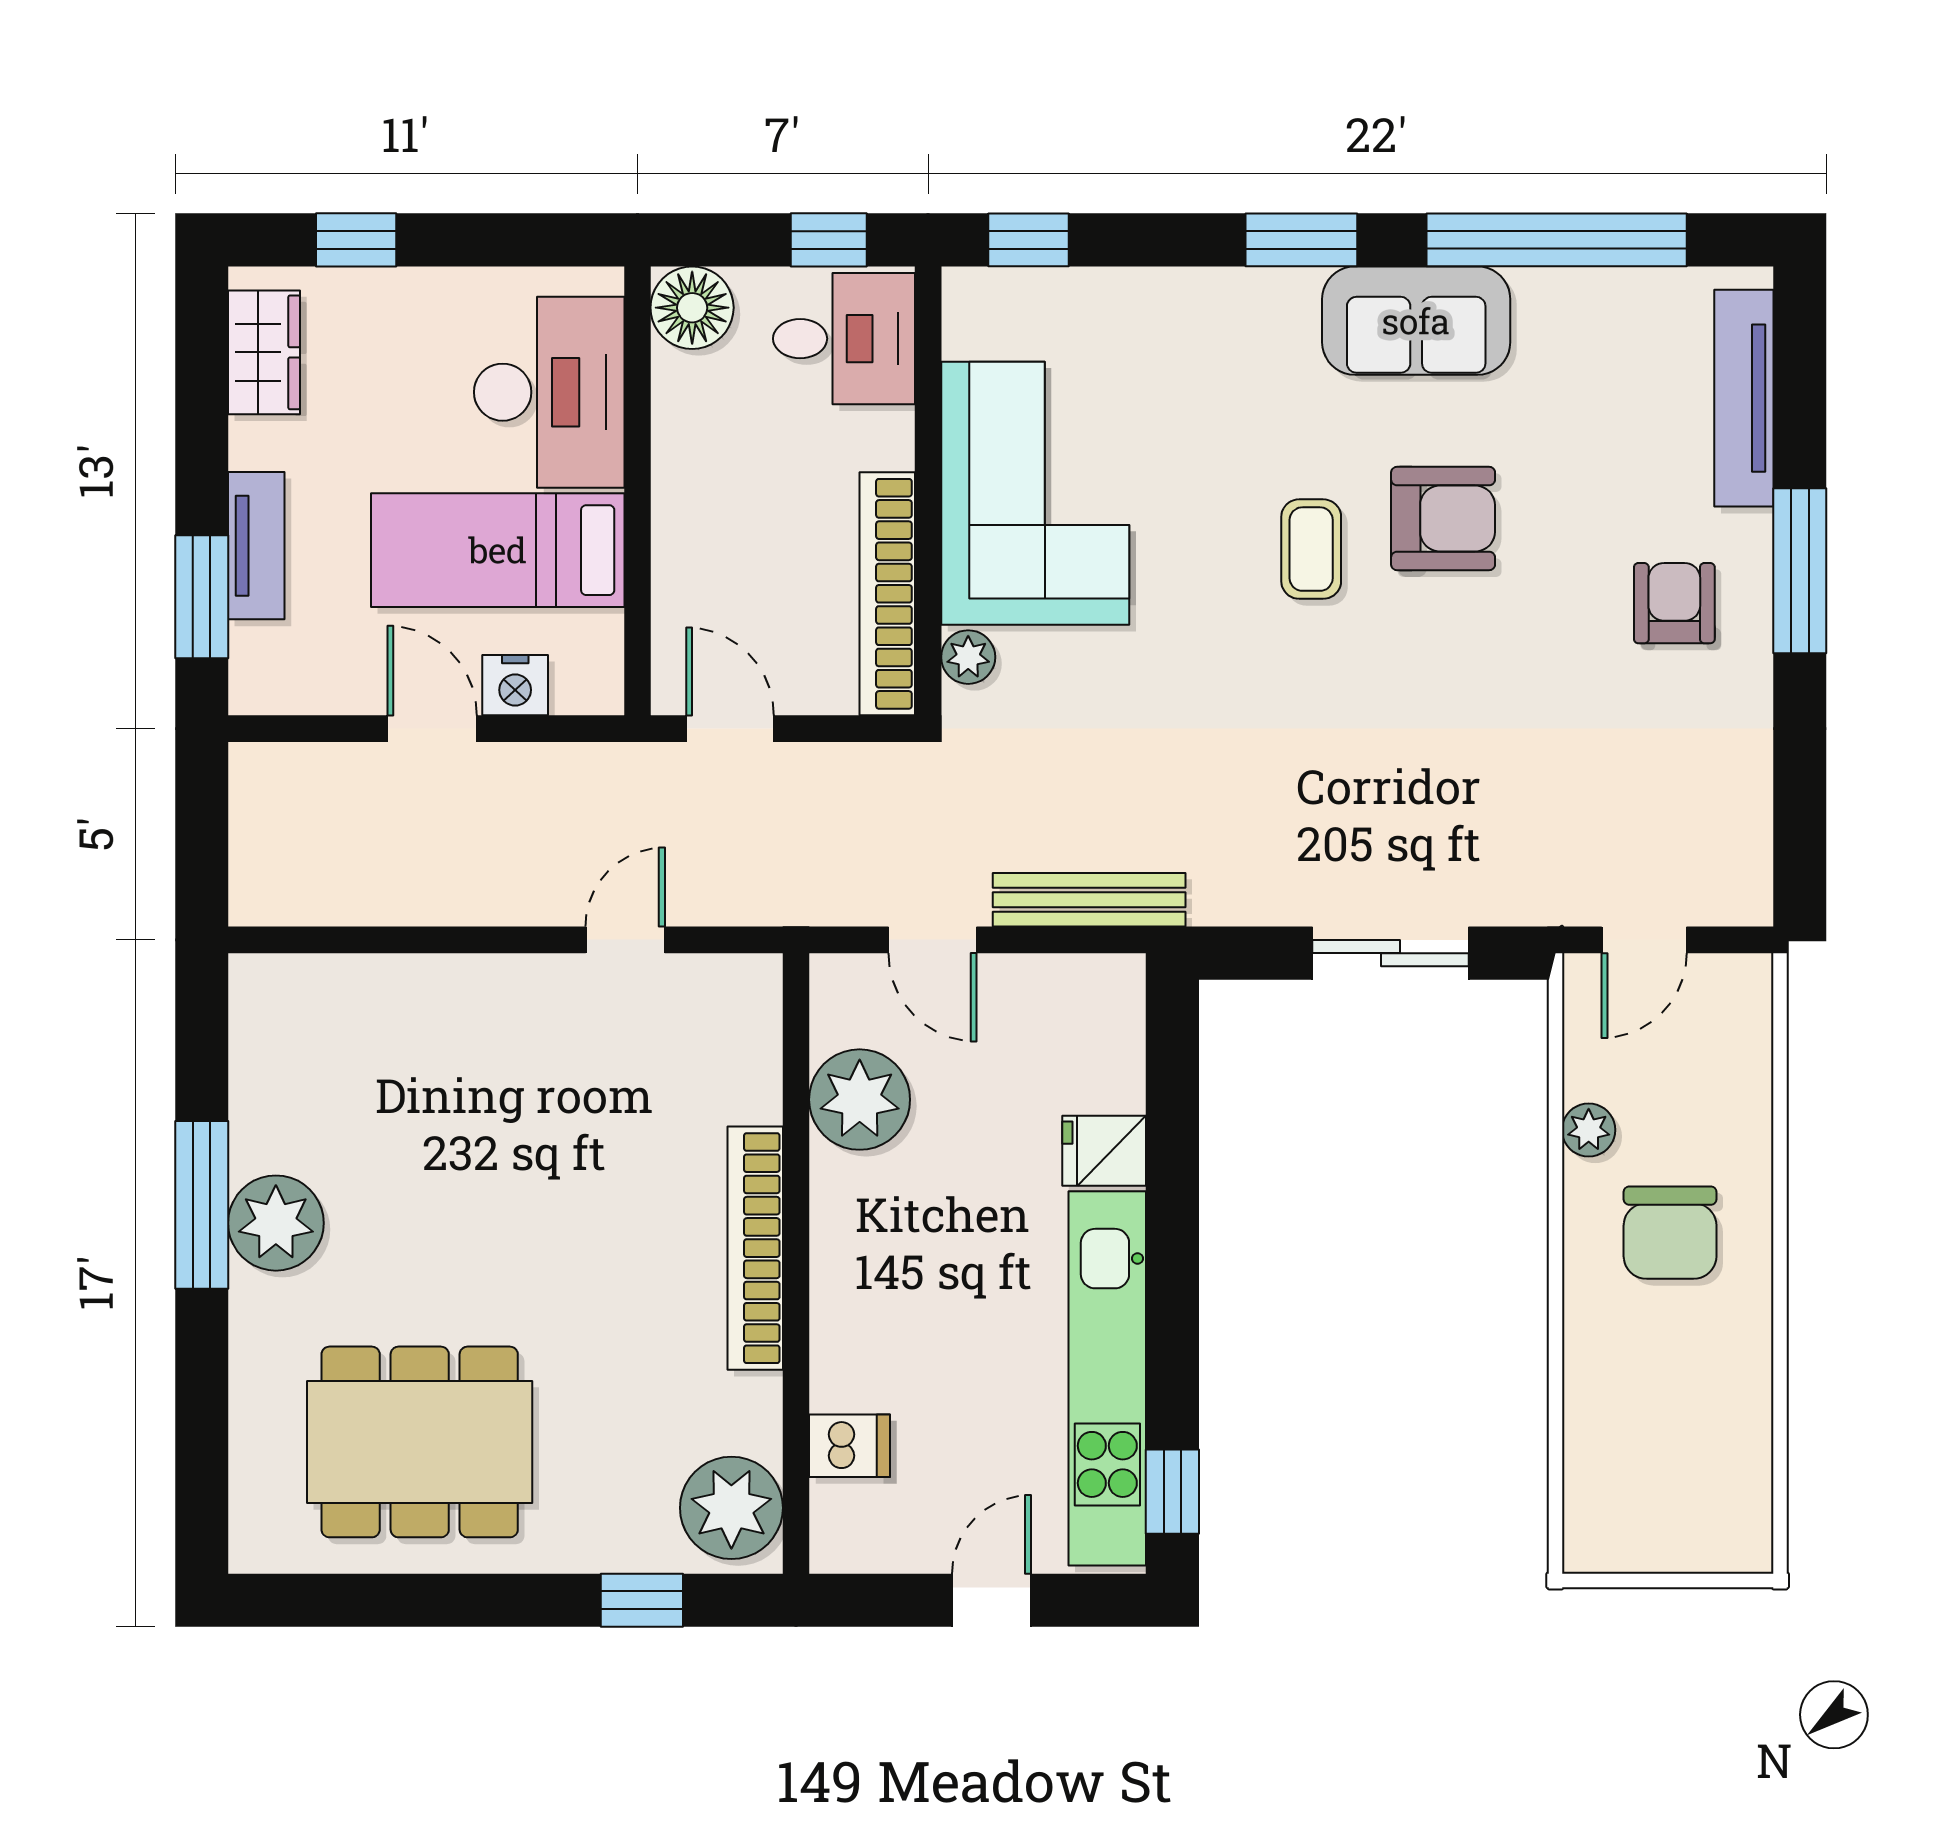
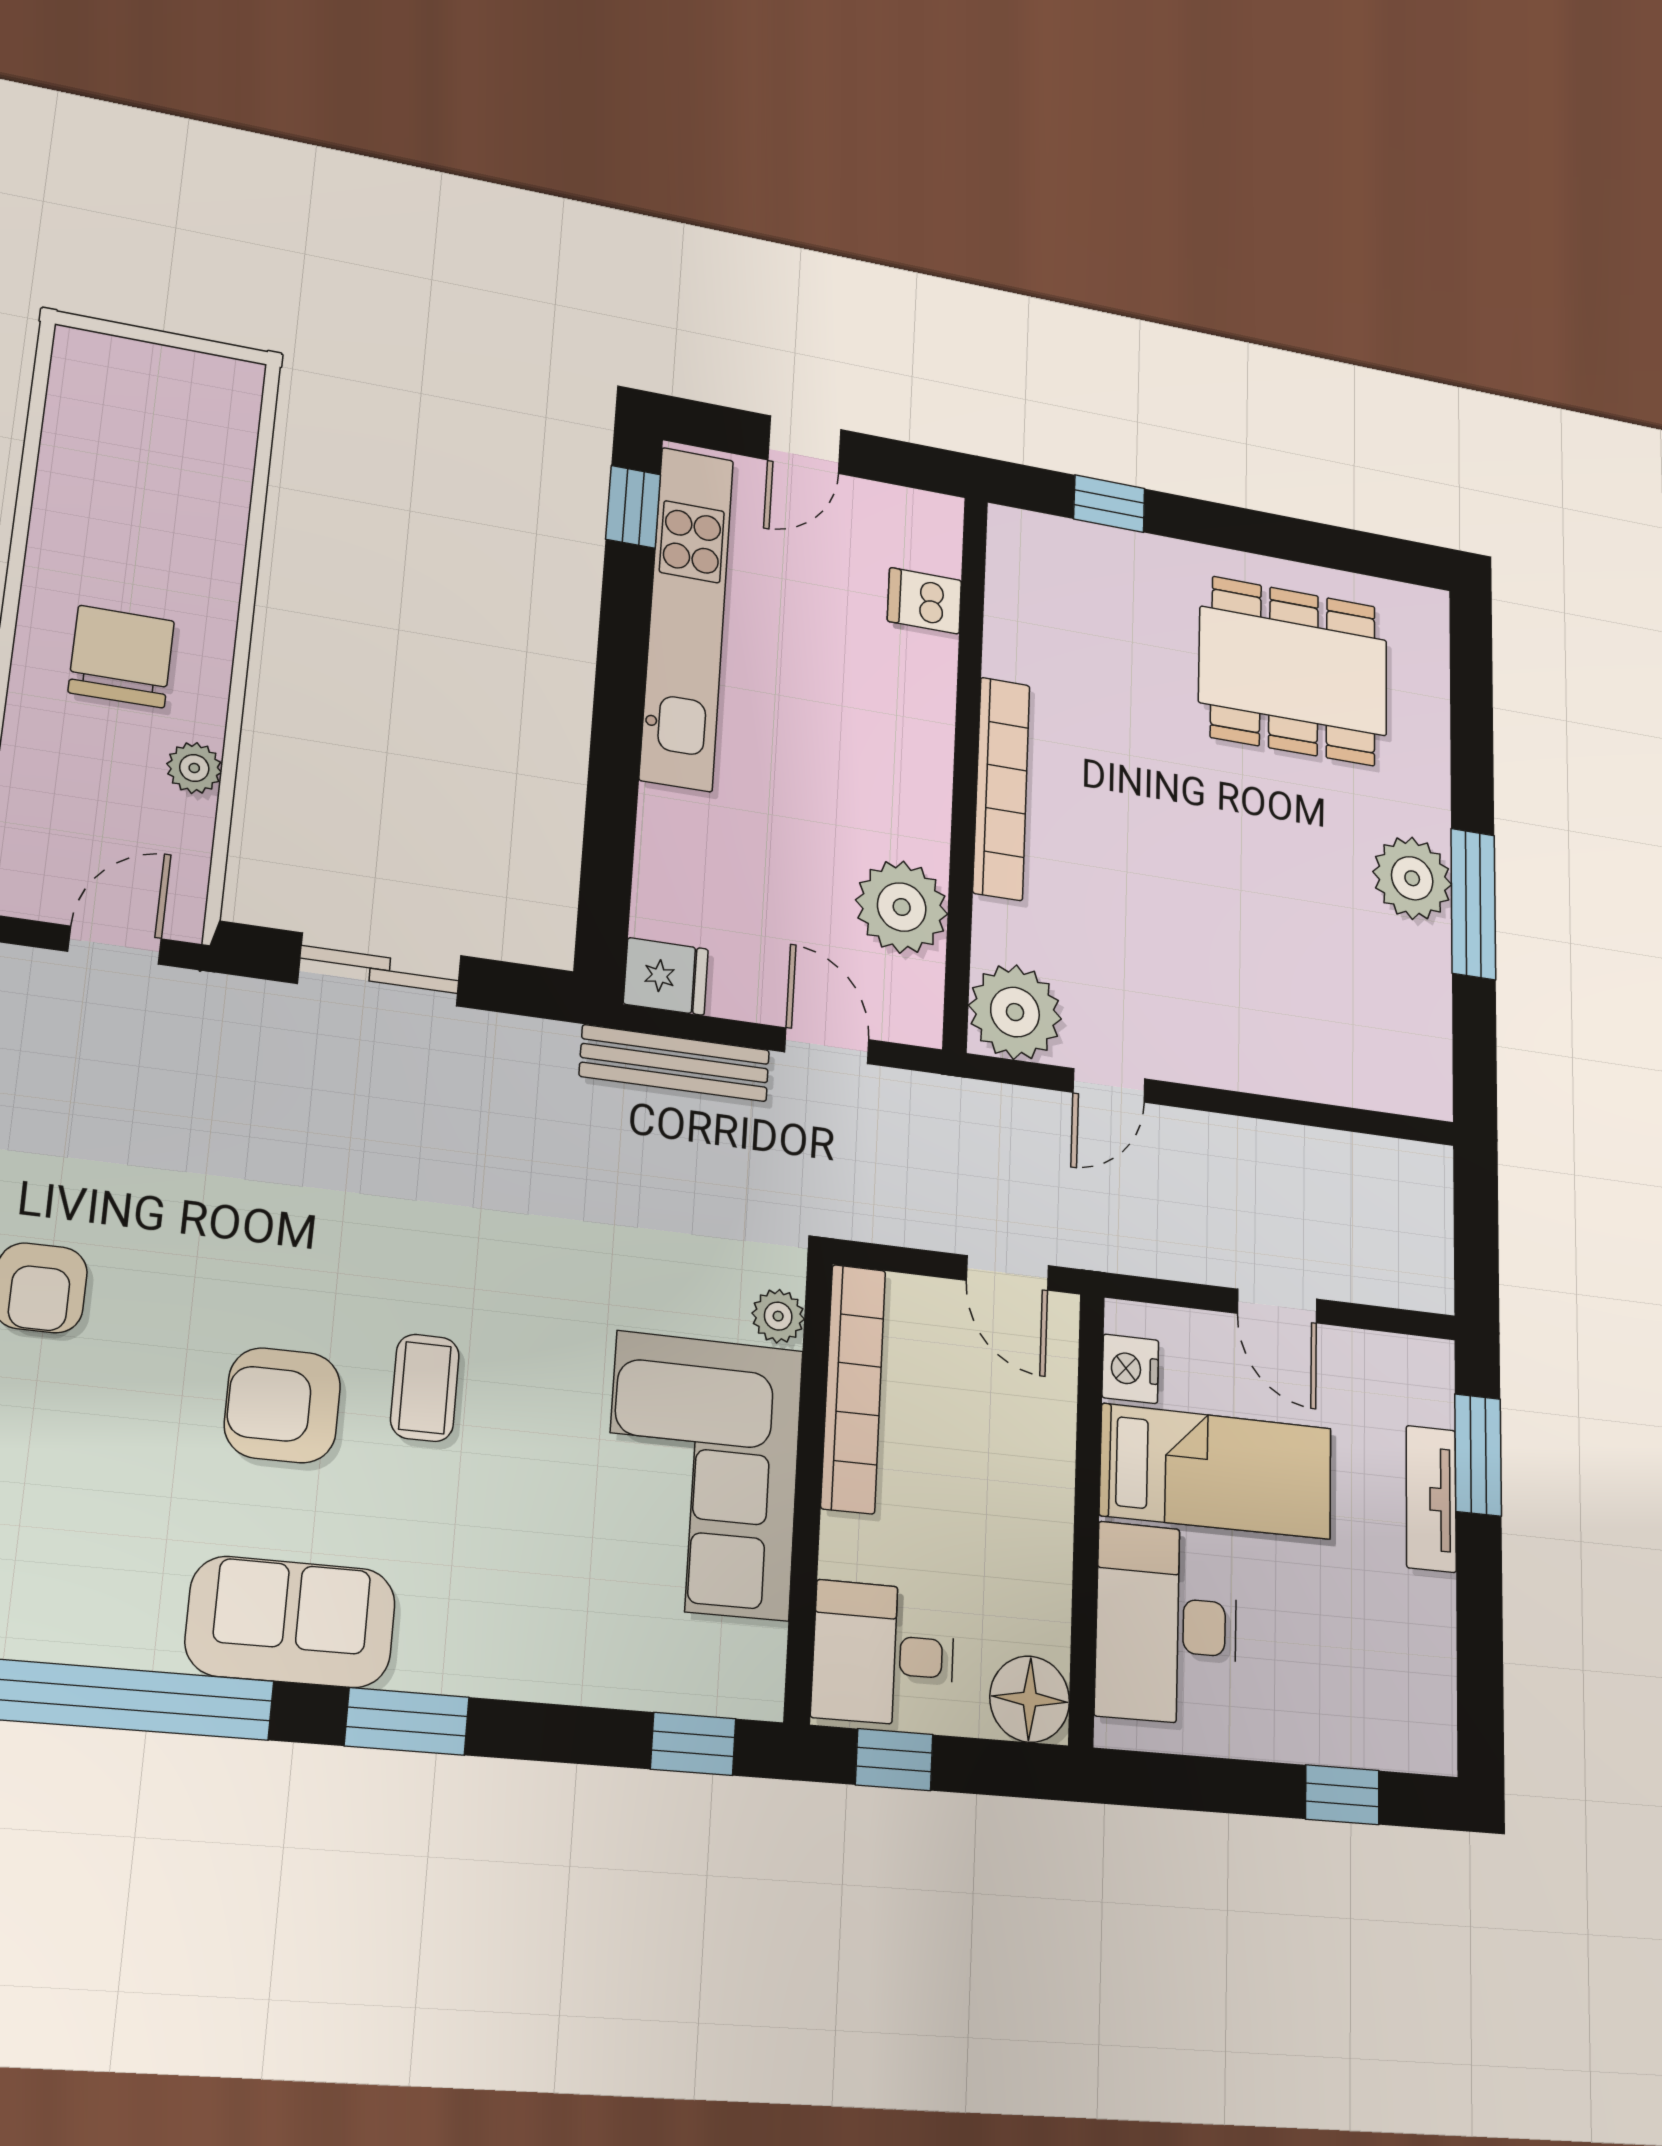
wardrobe: (264, 352) -> (1425, 1688), removed
nightstand: (515, 685) -> (1130, 1369), moved, turned -90
fridge: (1104, 1151) -> (666, 976), moved
plant: (731, 1508) -> (1015, 1012), moved

